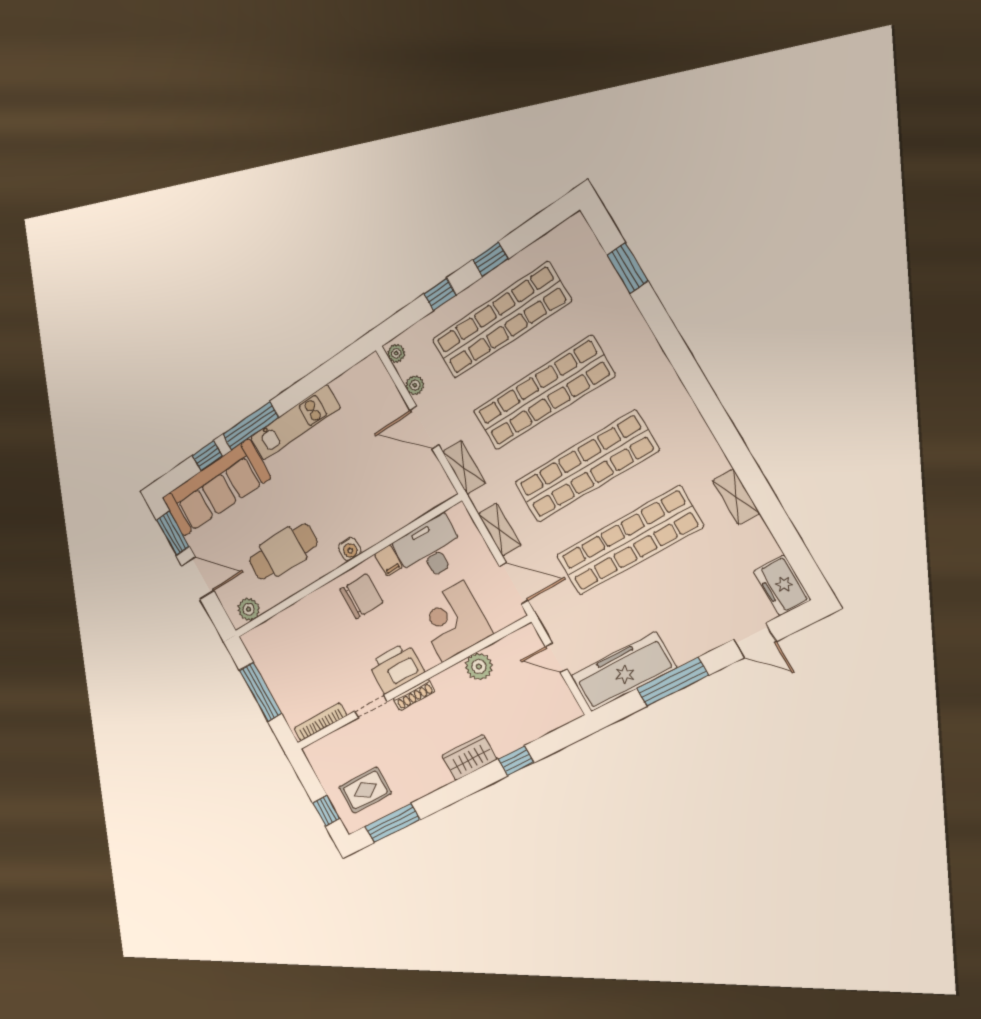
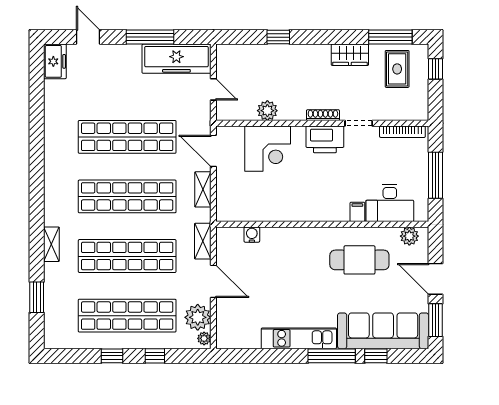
plant: (415, 385) -> (198, 317), width x1.88, depth x1.88
shelving: (736, 497) -> (51, 244), moved
water cooler: (350, 549) -> (252, 235), moved
desk: (430, 549) -> (390, 203), moved
filing cabinet: (388, 560) -> (357, 212), moved
chair: (361, 596) -> (321, 199), removed
wardrobe: (469, 757) -> (350, 55), moved
rug: (365, 790) -> (397, 69), turned 90

